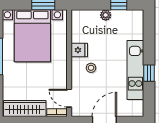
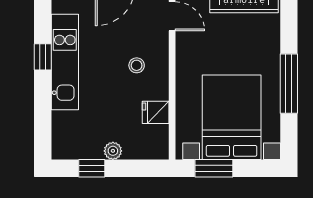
fridge: (79, 50) -> (156, 112), moved

